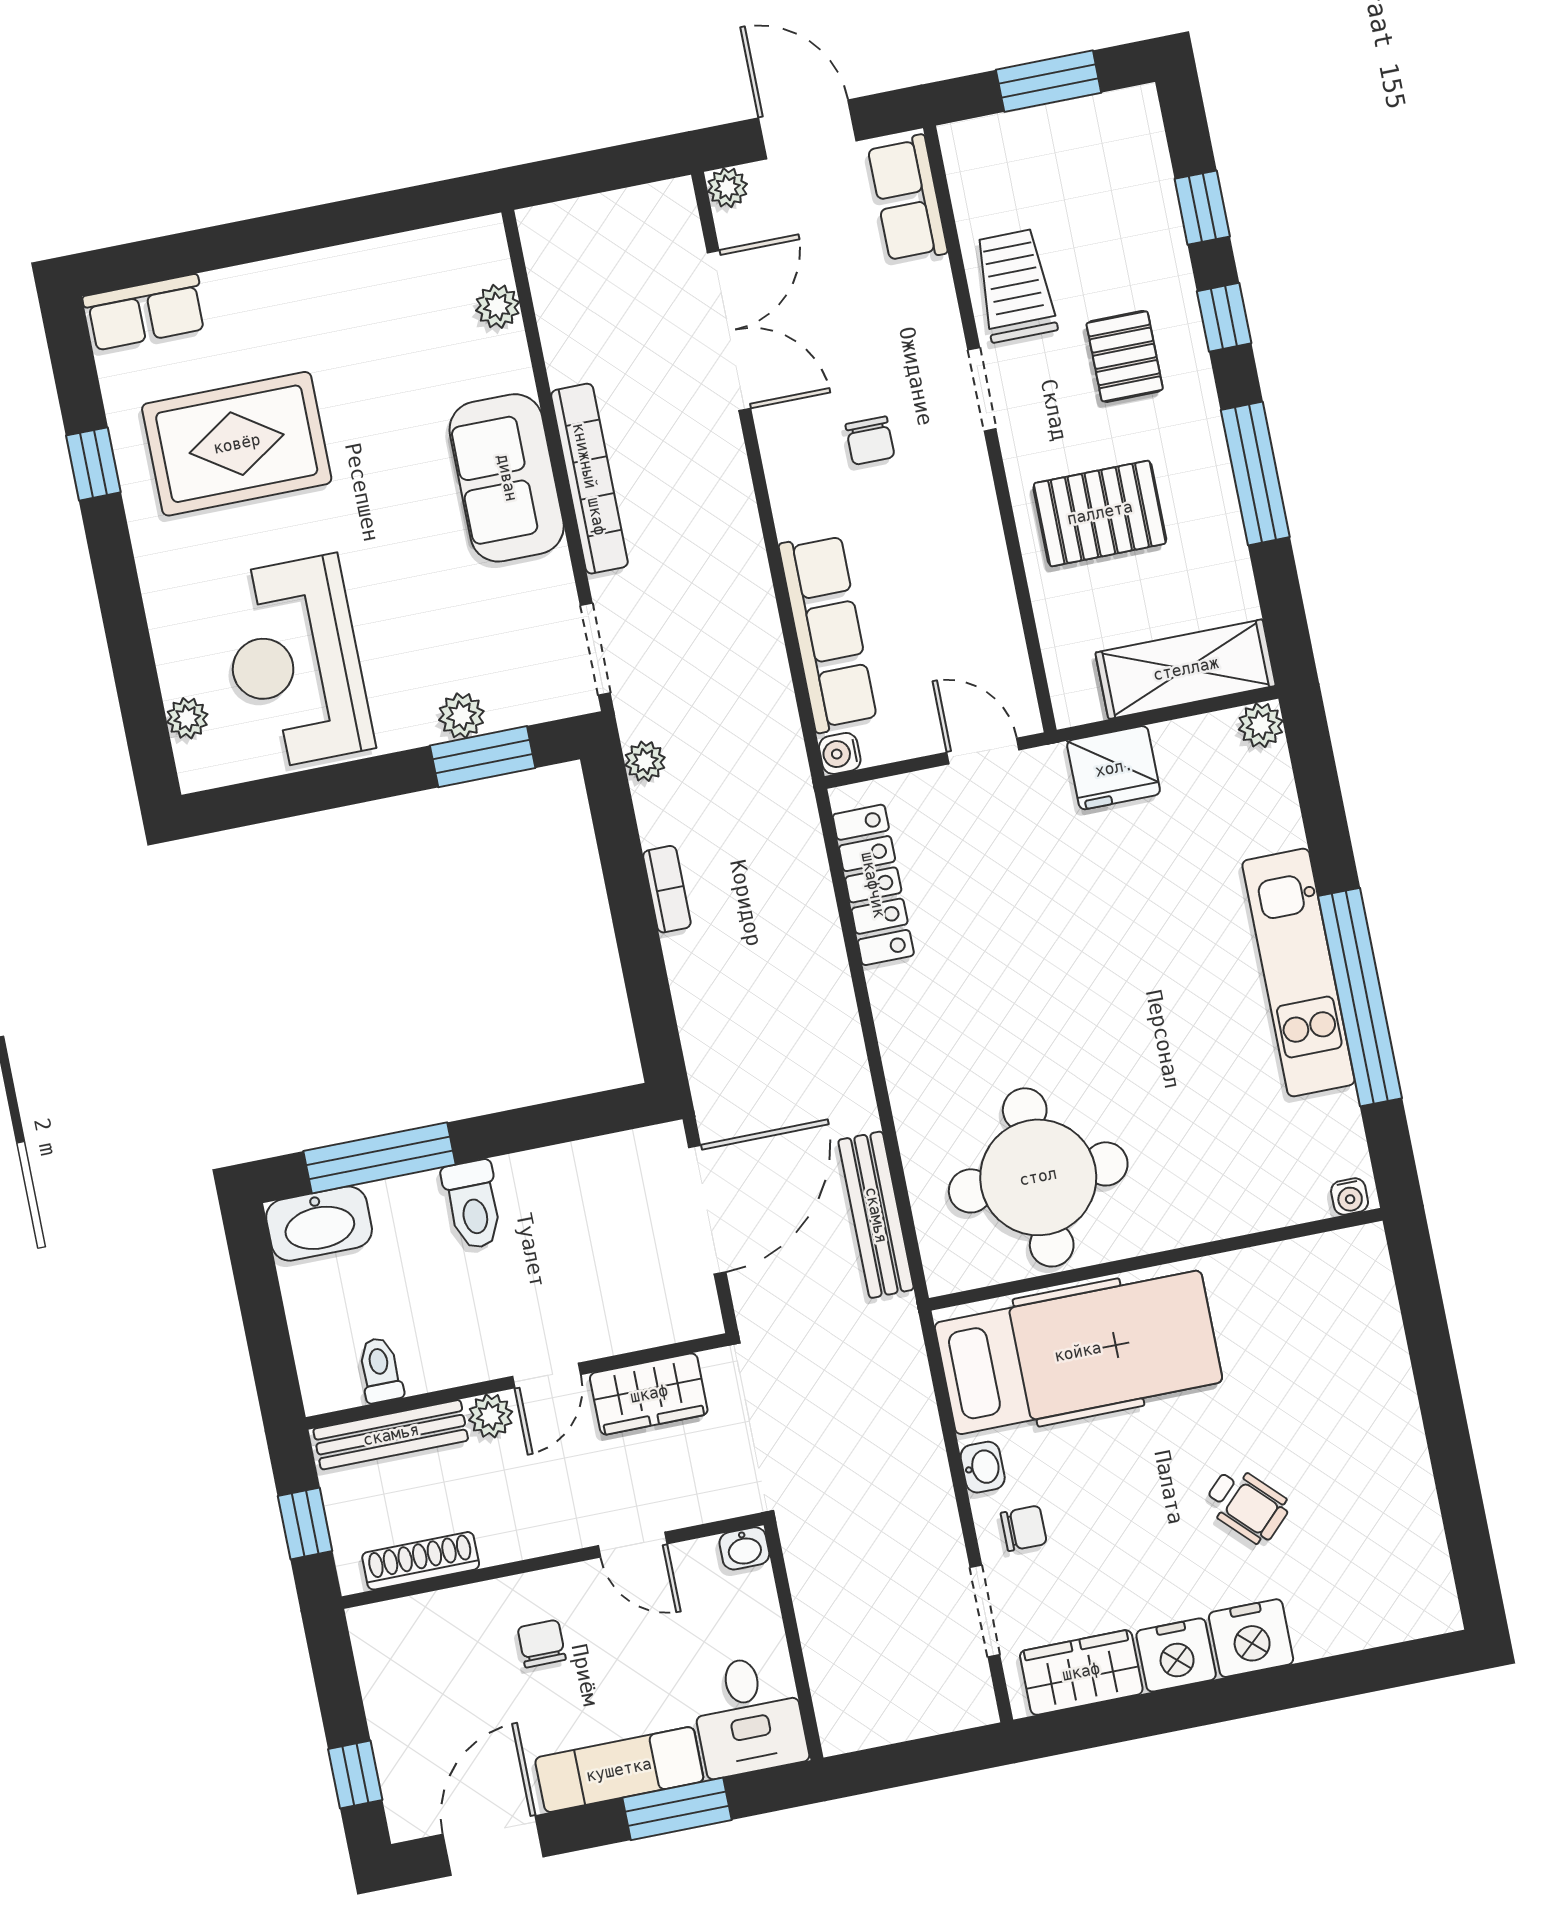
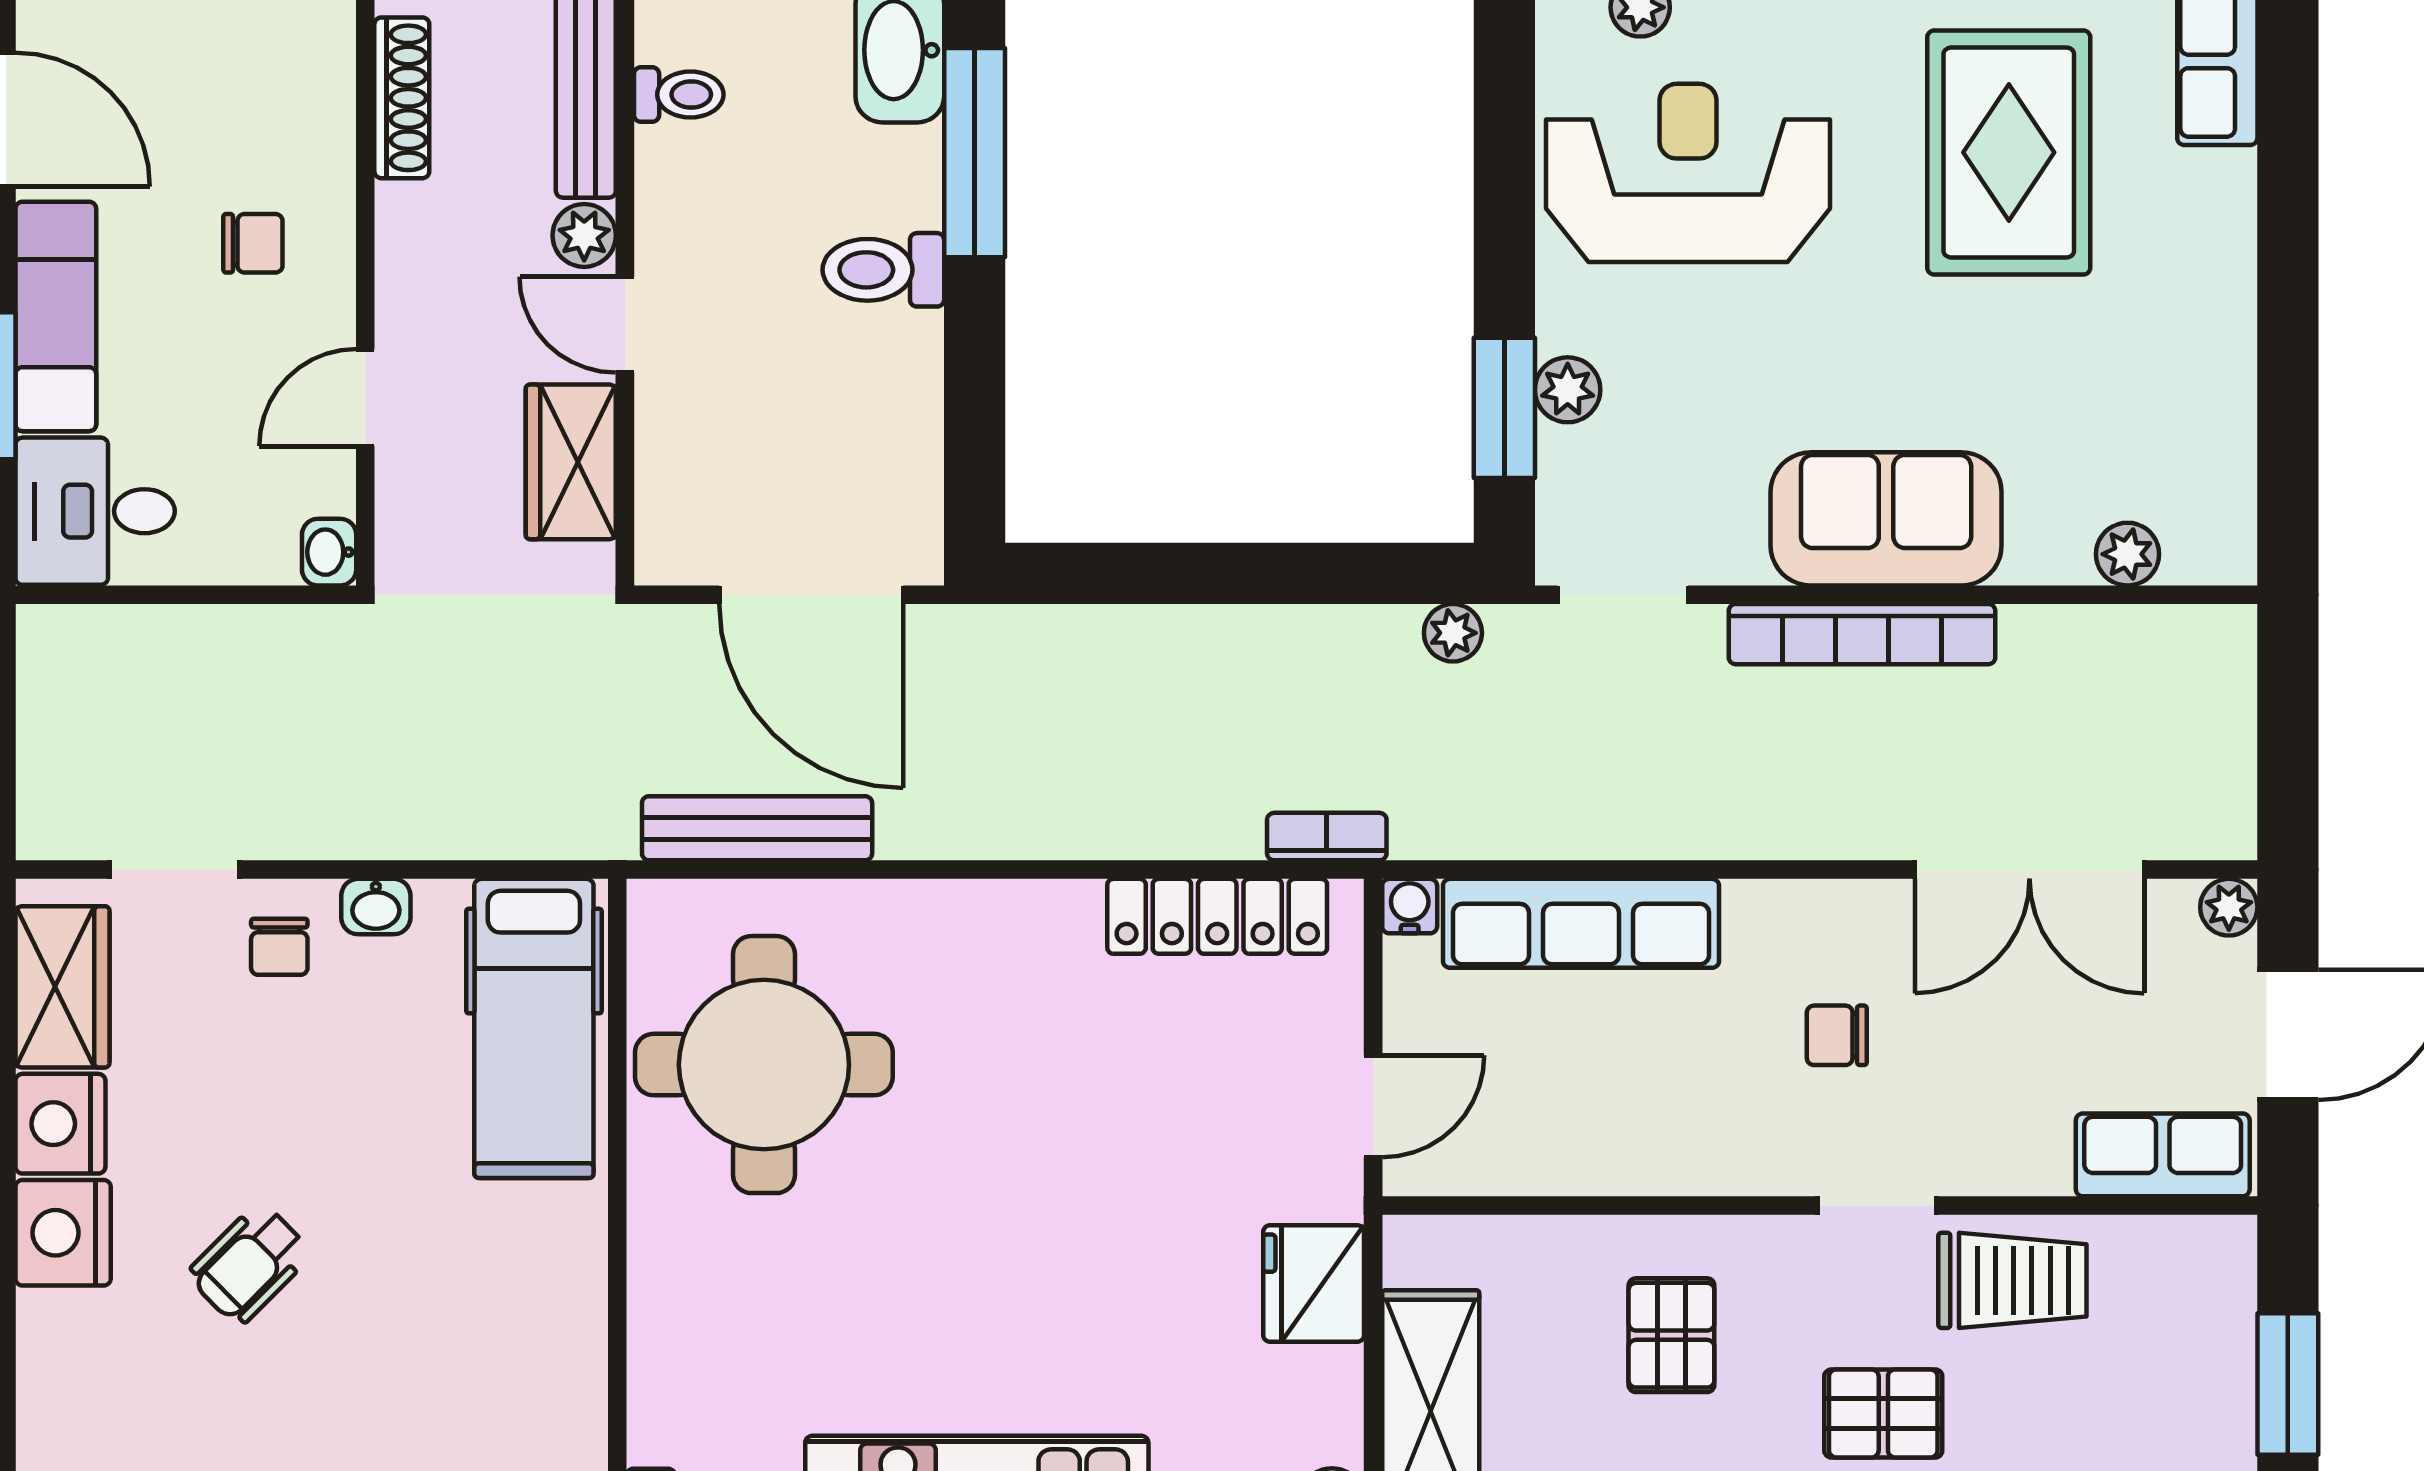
pallet: (1100, 513) -> (1671, 1335), width x0.67, depth x0.71
bookcase: (667, 889) -> (1327, 837), moved, turned 180
hospital bed: (1078, 1352) -> (534, 1028), width x0.73, depth x0.78

